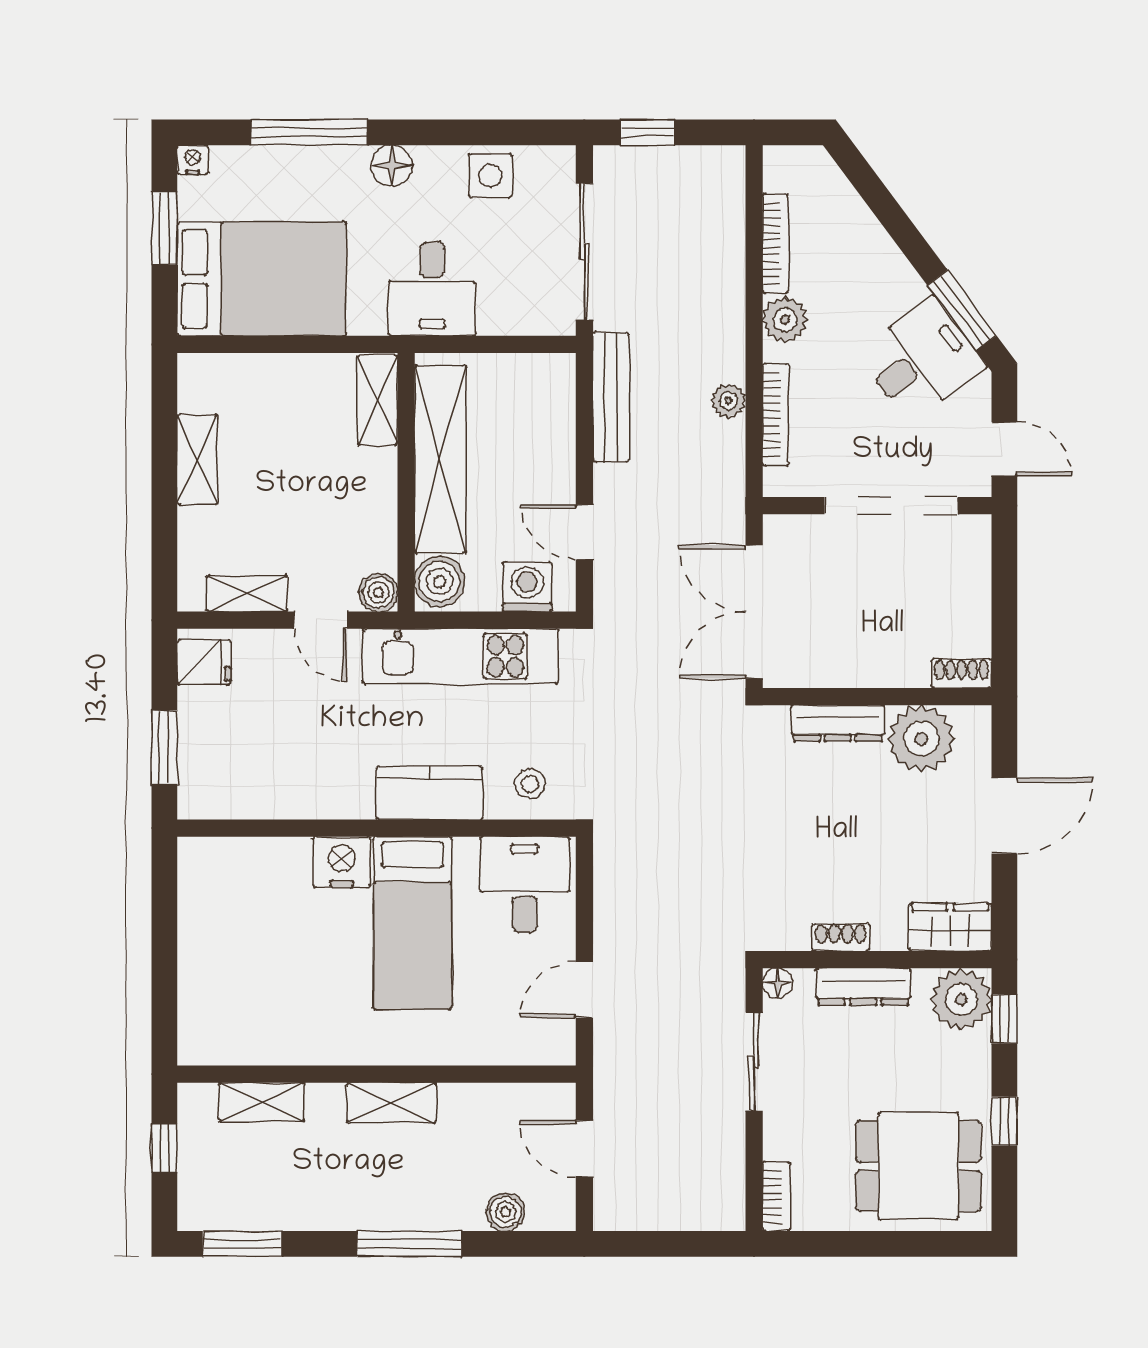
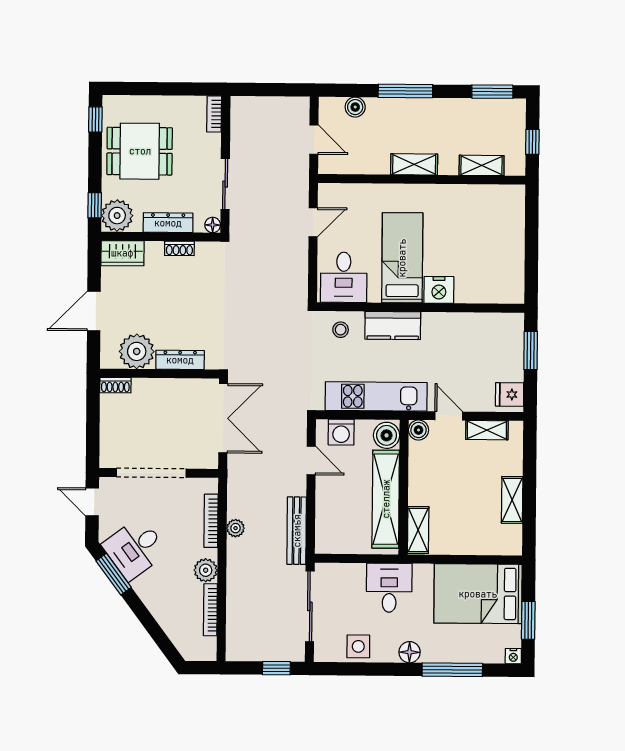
window: (1004, 1121) -> (95, 119), moved
dining table: (918, 1166) -> (140, 151), moved

